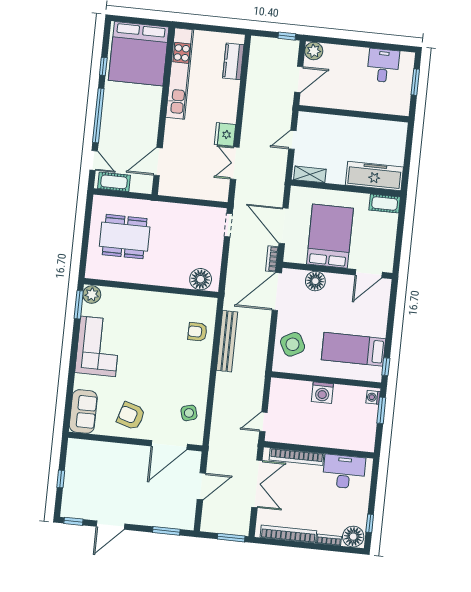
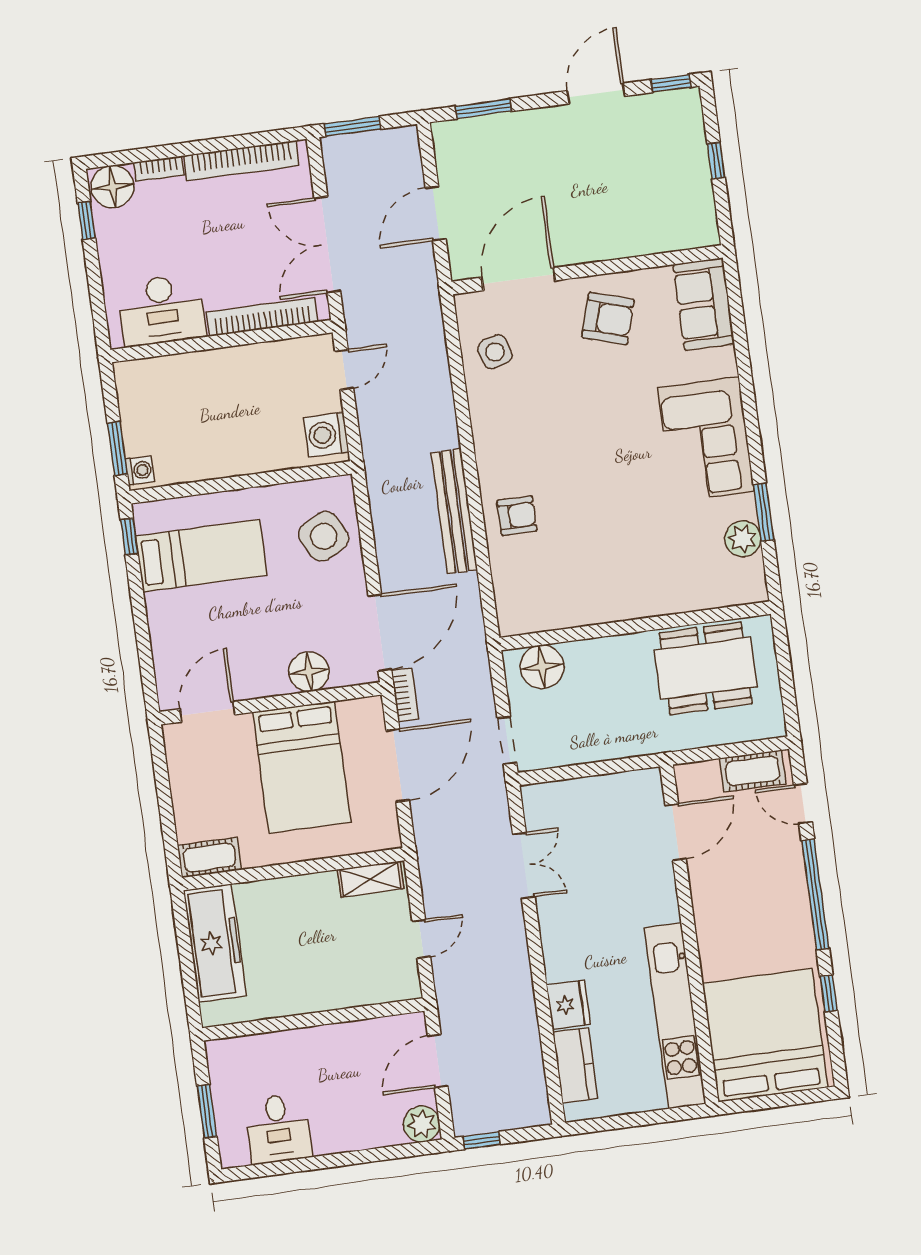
fridge: (225, 134) -> (568, 1005), moved
freezer: (374, 176) -> (215, 943), moved, turned -90
door: (284, 226) -> (398, 765), hinge flipped
floor lamp: (201, 279) -> (542, 667), moved
wall: (151, 288) -> (635, 626), moved
washing machine: (322, 393) -> (326, 435), moved, turned -90

